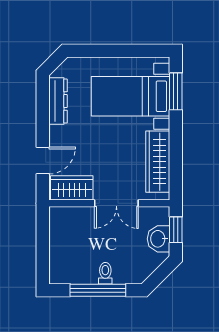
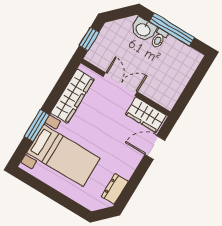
window: (176, 91) -> (37, 126), moved
dresser: (58, 101) -> (115, 189), width x0.70
washbasin: (158, 239) -> (143, 29), moved, turned 90

